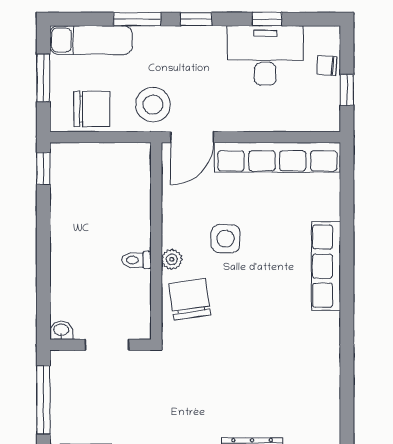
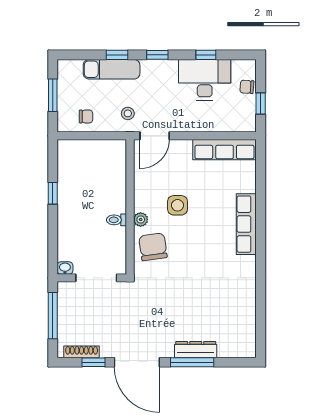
window: (137, 19) -> (117, 55), width x0.67
exam couch: (91, 40) -> (112, 69), moved
stool: (153, 105) -> (128, 113), width x0.53, depth x0.53
chair: (92, 109) -> (86, 116), width x0.54, depth x0.54
row of seats: (277, 157) -> (225, 150), width x0.73
window: (43, 169) -> (53, 193), moved
doorway: (107, 345) -> (96, 278), width x1.38

